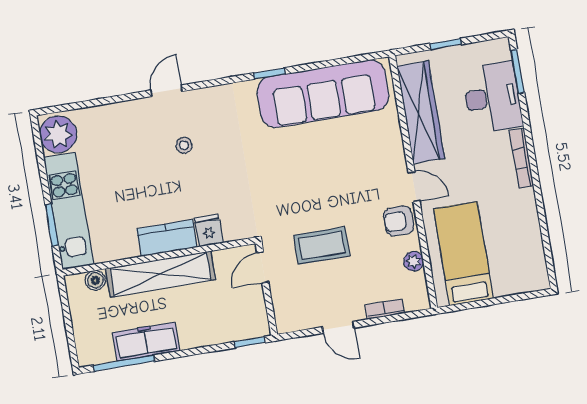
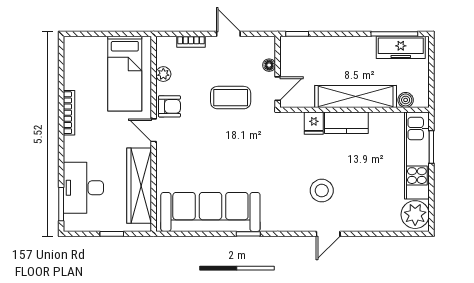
stool: (184, 145) -> (322, 191), width x1.89, depth x1.89
bookcase: (521, 158) -> (69, 113), moved
floor lamp: (279, 296) -> (269, 65), added
freezer: (146, 342) -> (401, 47), moved

